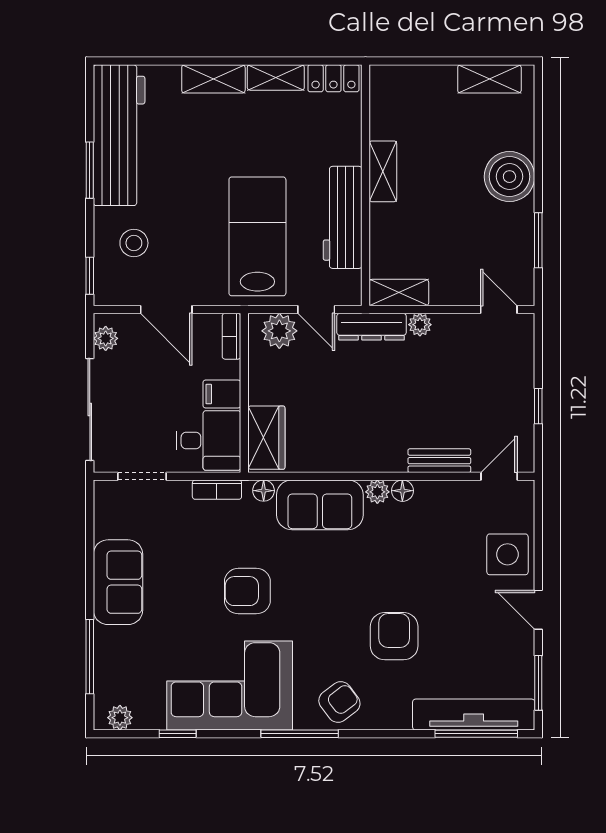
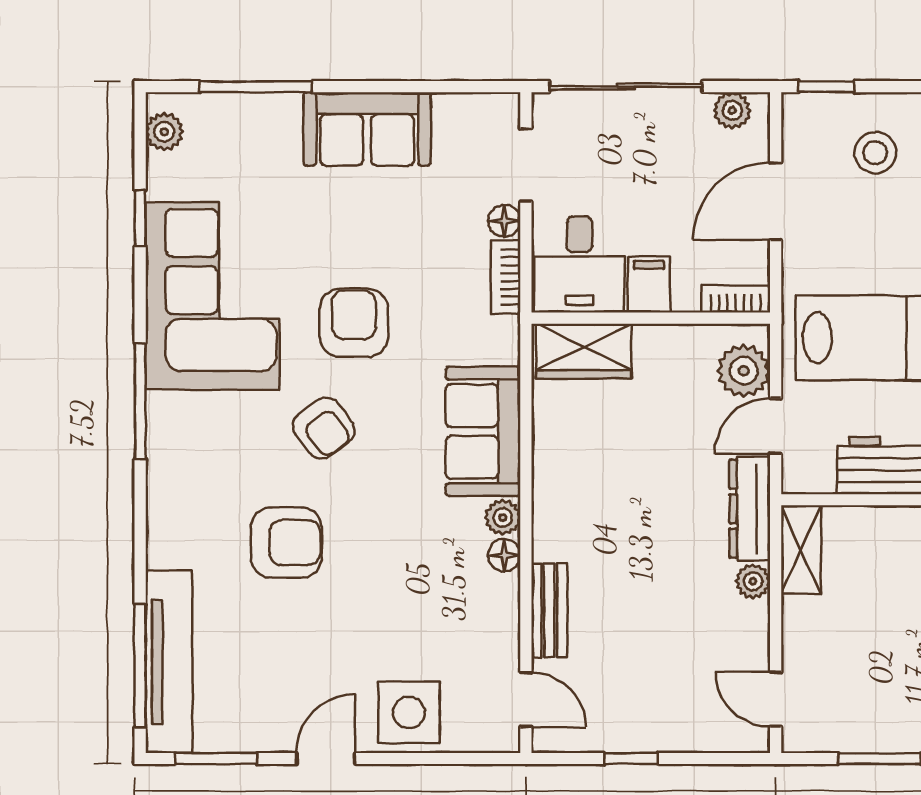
door: (499, 310) -> (776, 699), swing flipped
floor lamp: (264, 491) -> (504, 221), moved
armchair: (339, 702) -> (324, 428), moved

